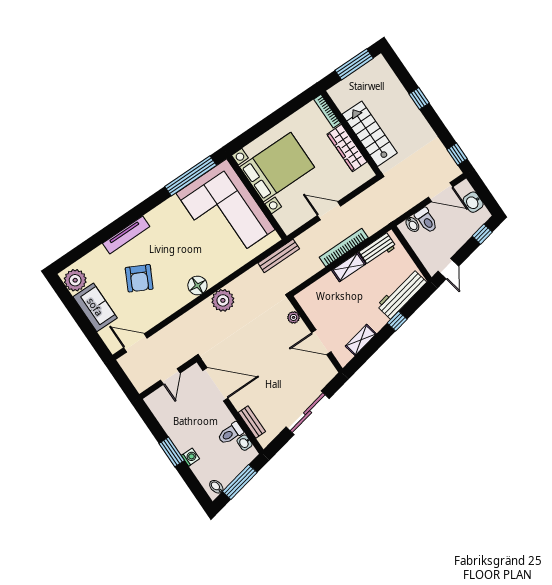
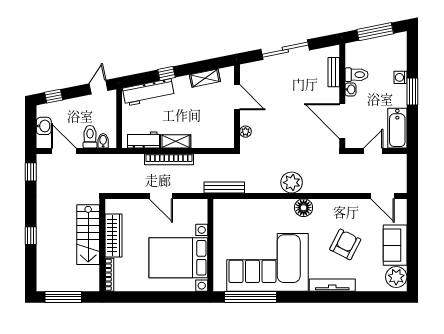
corner sofa: (225, 211) -> (268, 262), moved, turned -90
bathtub: (163, 411) -> (397, 128), added
washbasin: (245, 443) -> (350, 89), moved
bidet: (216, 487) -> (396, 40), removed

